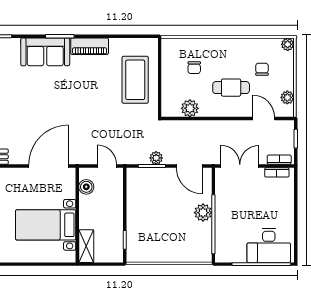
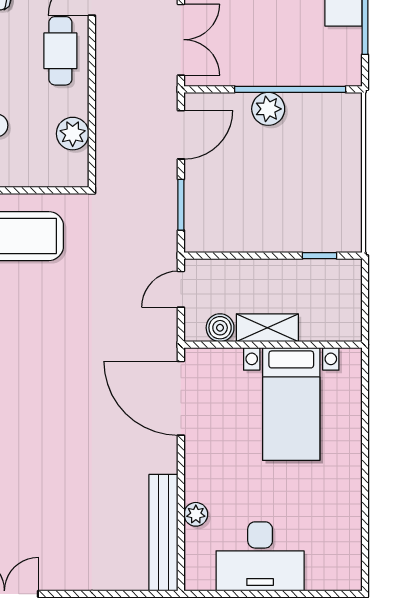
cafe table: (231, 88) -> (60, 51), moved
plant: (156, 158) -> (166, 197), removed
double door: (240, 166) -> (181, 40), swing flipped
shelving: (86, 246) -> (267, 328), moved

